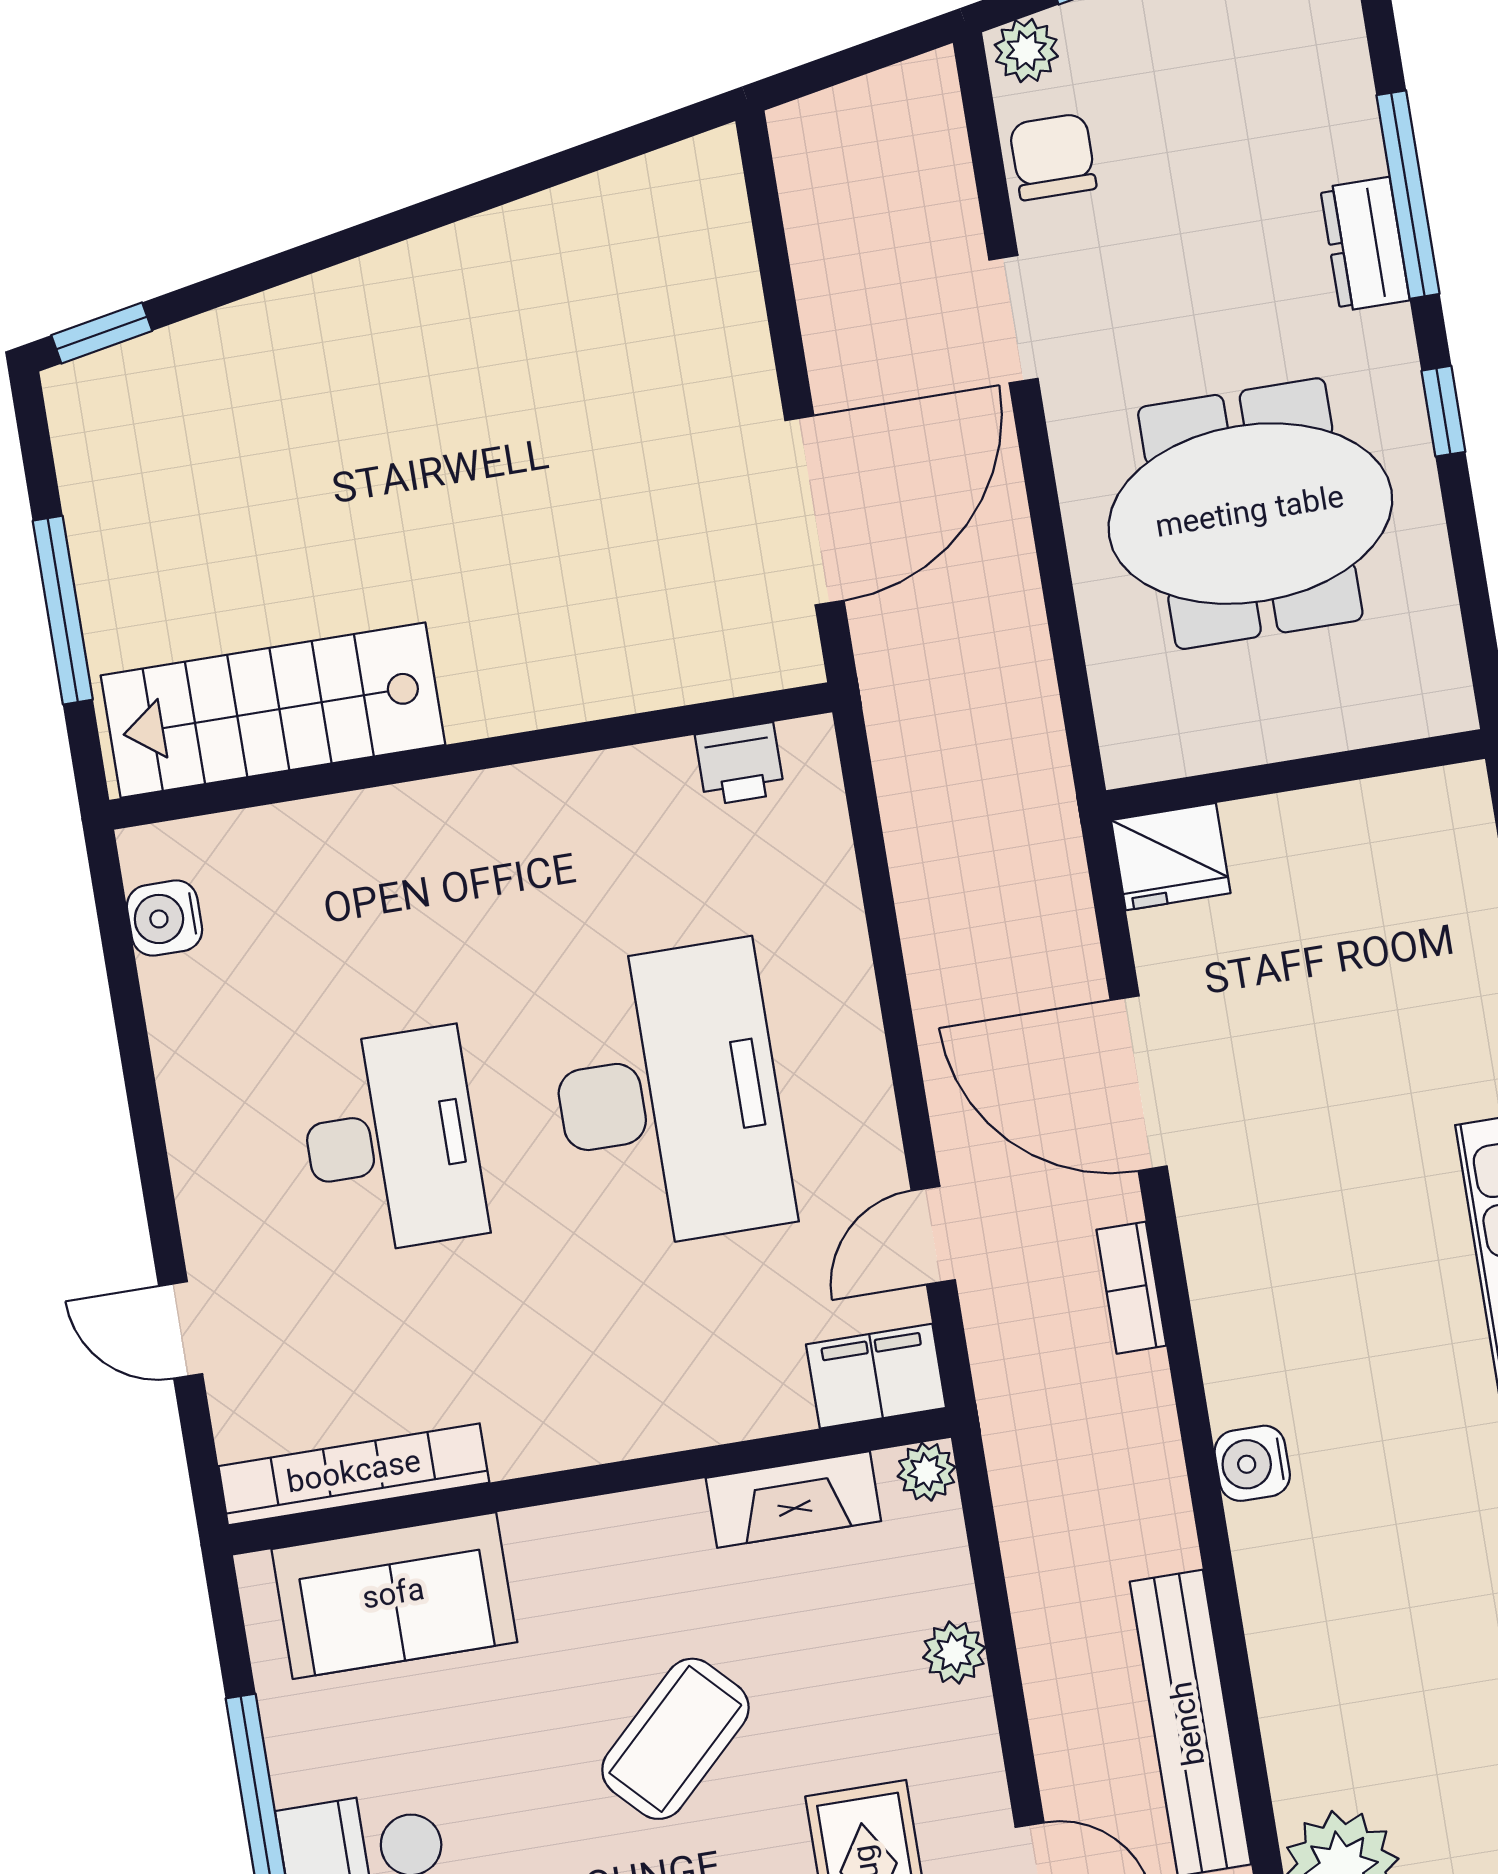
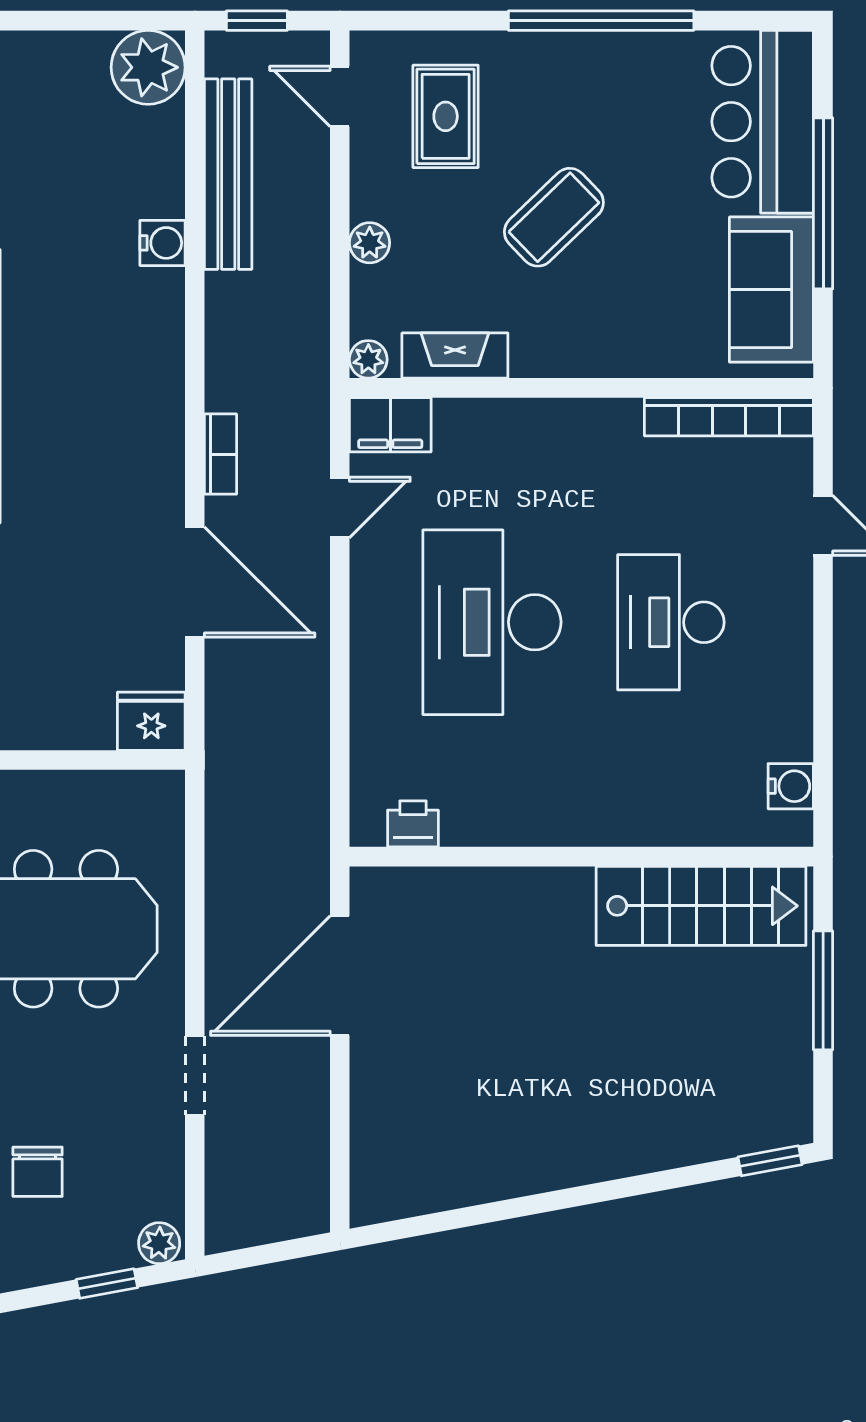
chair: (1053, 157) -> (38, 1172), moved
water cooler: (1252, 1463) -> (163, 243), moved
sofa: (394, 1596) -> (771, 290), moved, turned -90

